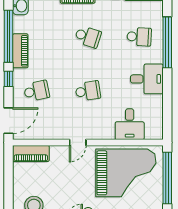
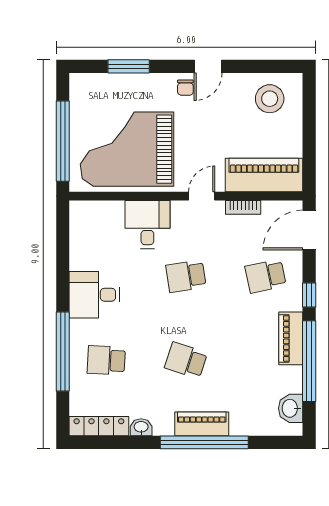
desk: (130, 124) -> (147, 225), moved
bookcase: (51, 135) -> (243, 207), added
piano: (31, 153) -> (264, 175), width x1.37, depth x1.33

